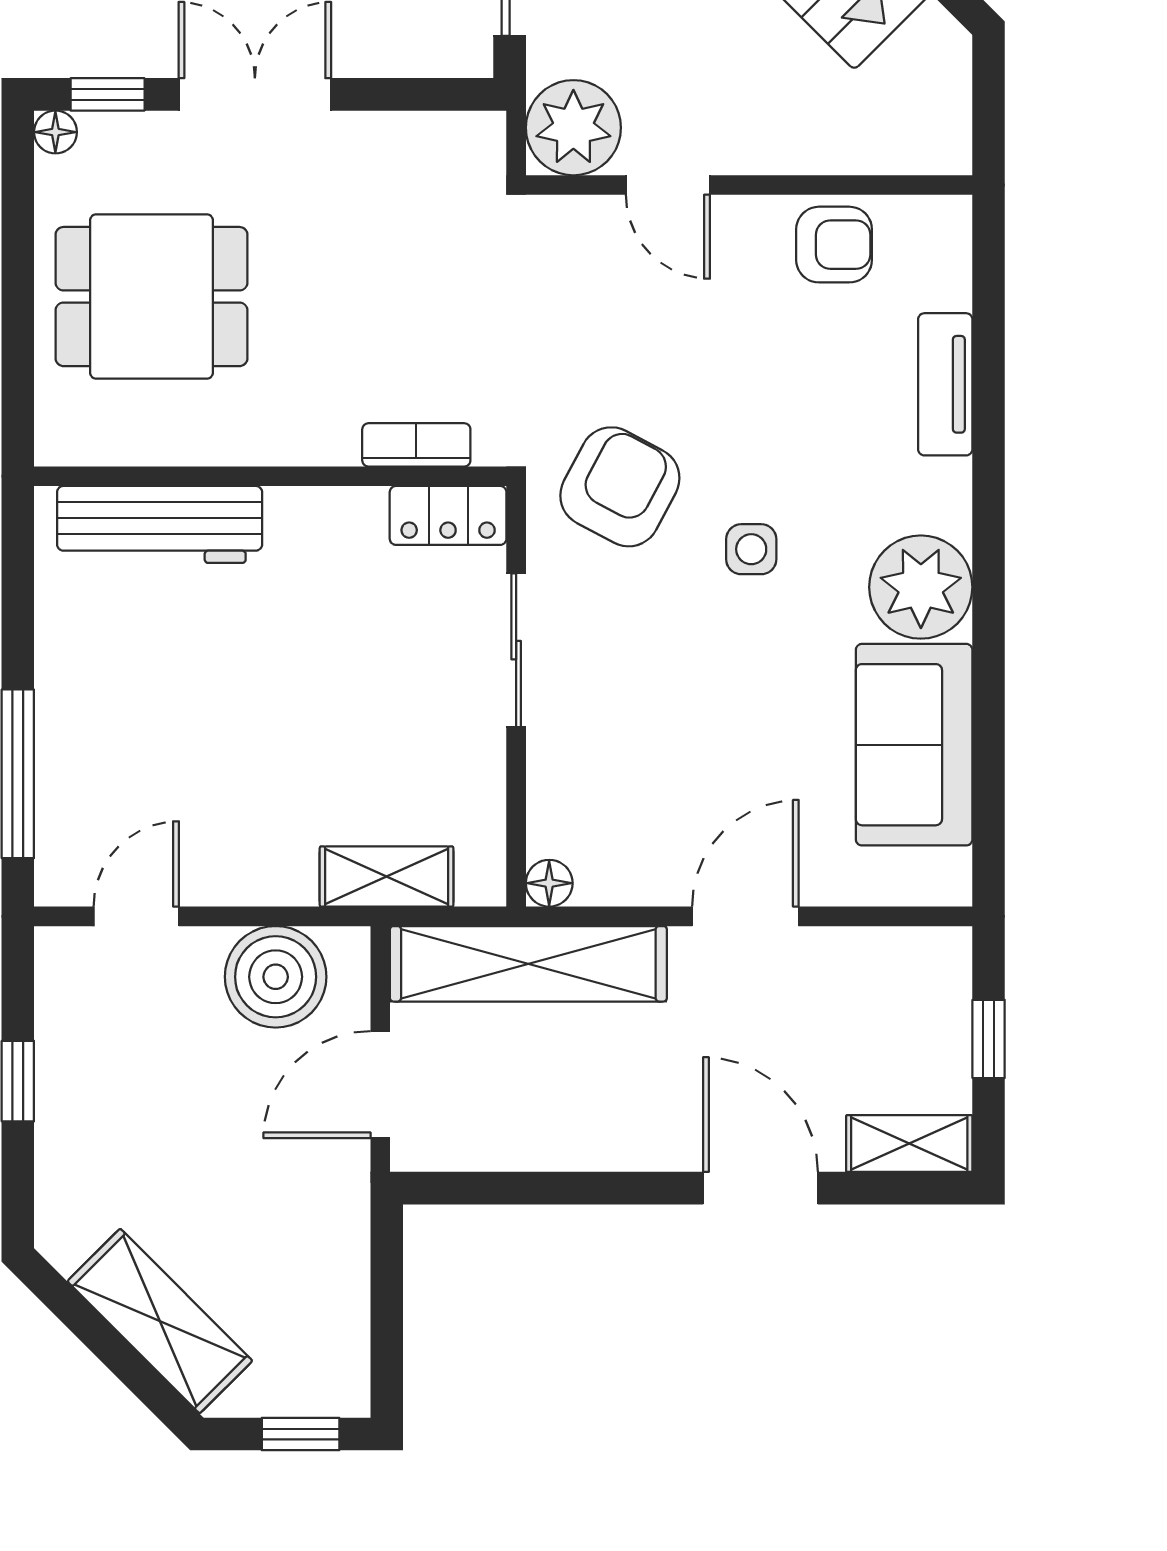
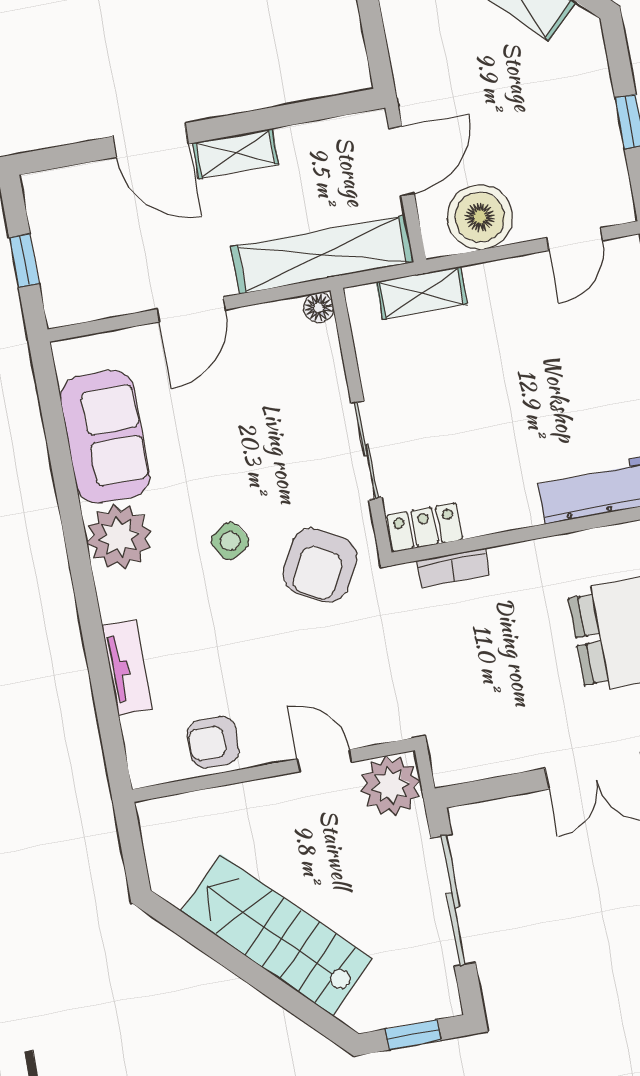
side table: (751, 549) -> (230, 541), turned -32
shelving: (909, 1143) -> (235, 154), moved

